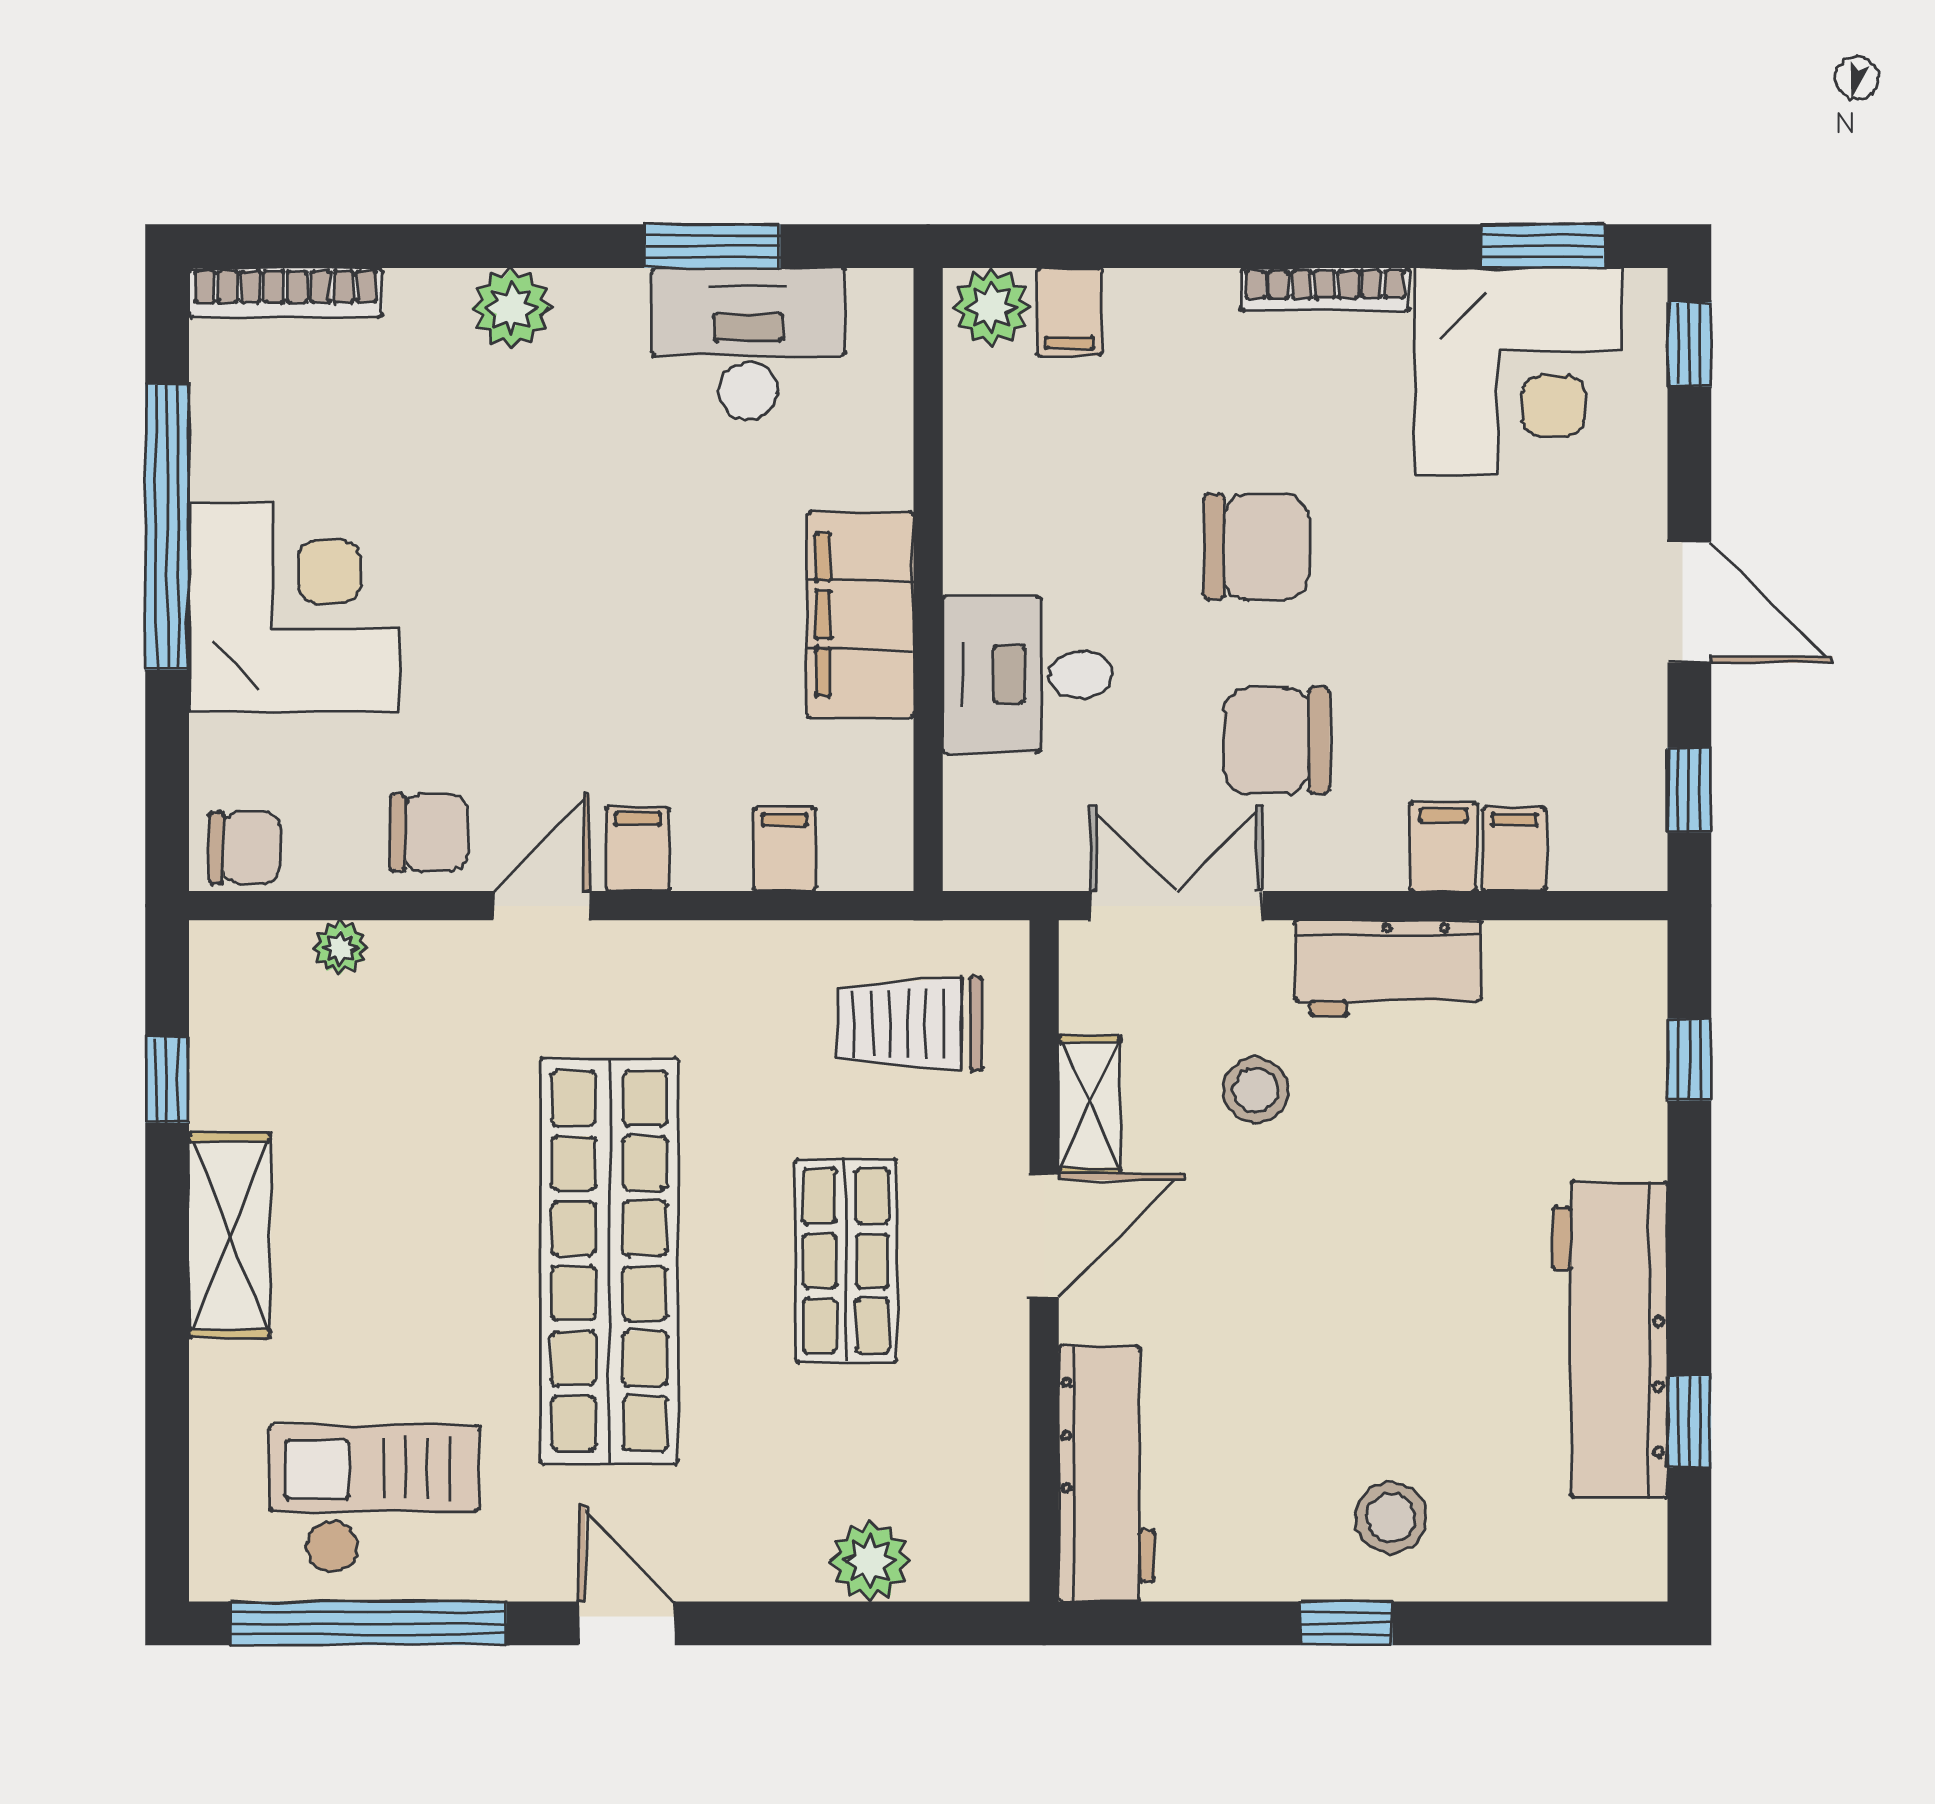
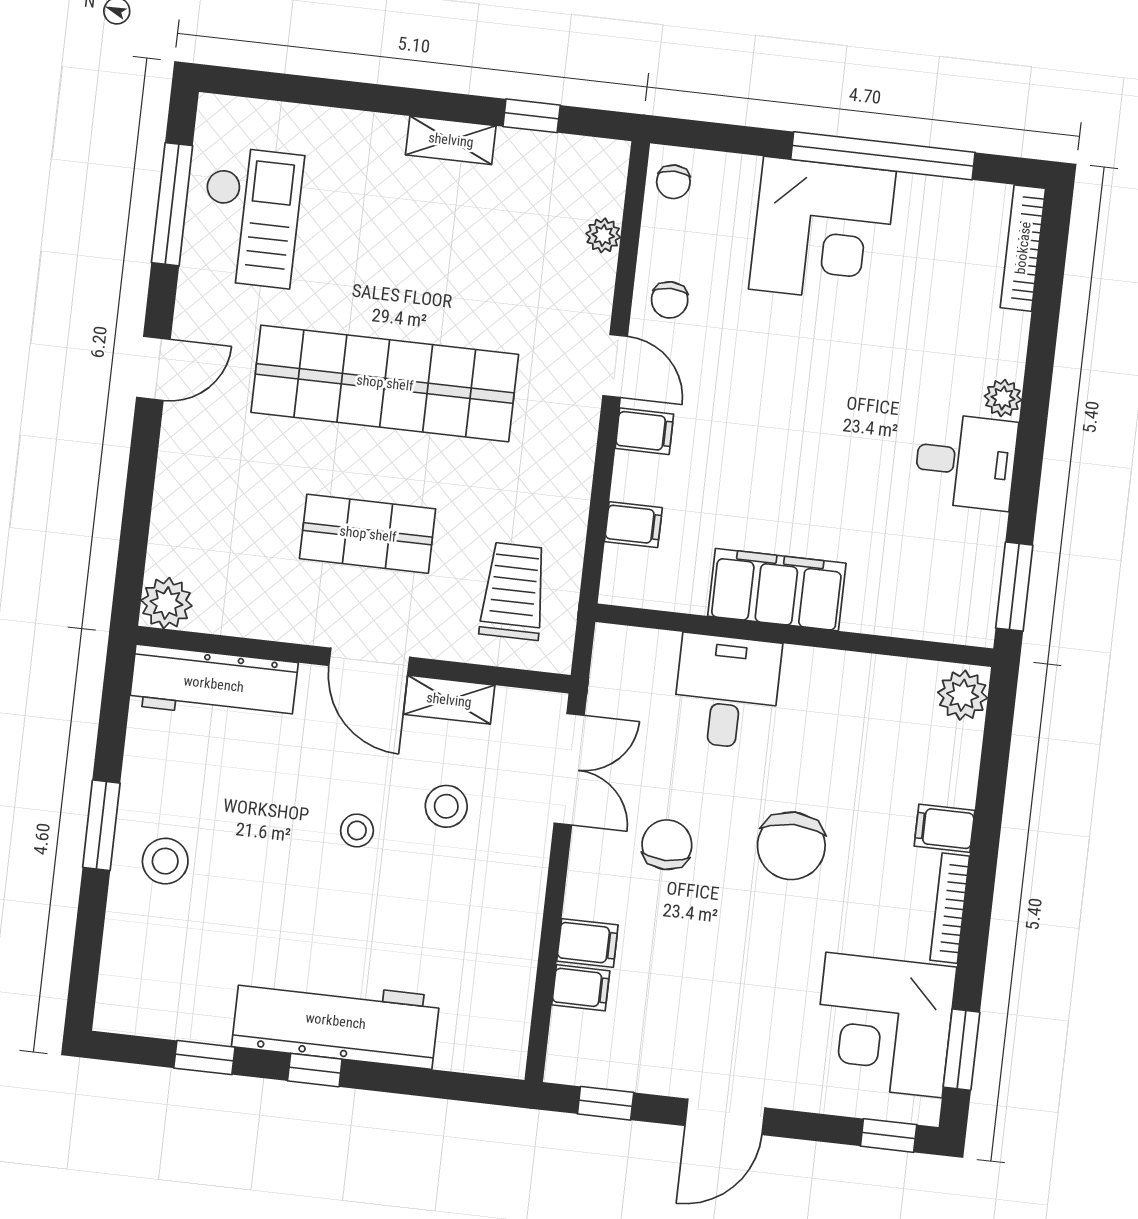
window: (712, 246) -> (1014, 587), moved
plant: (511, 308) -> (1003, 398), width x0.73, depth x0.73
filing cabinet: (1070, 312) -> (944, 828), moved
desk: (748, 344) -> (966, 462), moved, width x0.73
chair: (1277, 740) -> (667, 845), width x0.73, depth x0.73
chair: (429, 833) -> (670, 300), width x0.73, depth x0.73
chair: (245, 848) -> (673, 182), width x0.73, depth x0.73
workbench: (1388, 968) -> (514, 899), removed
window: (1689, 1060) -> (315, 1070), moved
stool: (1309, 1225) -> (357, 830), added
shelving: (230, 1235) -> (451, 140), width x0.67, depth x0.75
workbench: (1610, 1339) -> (336, 1021), moved
plant: (870, 1561) -> (166, 603), moved
window: (368, 1623) -> (172, 204), width x0.68
window: (1346, 1623) -> (101, 825), width x1.50

